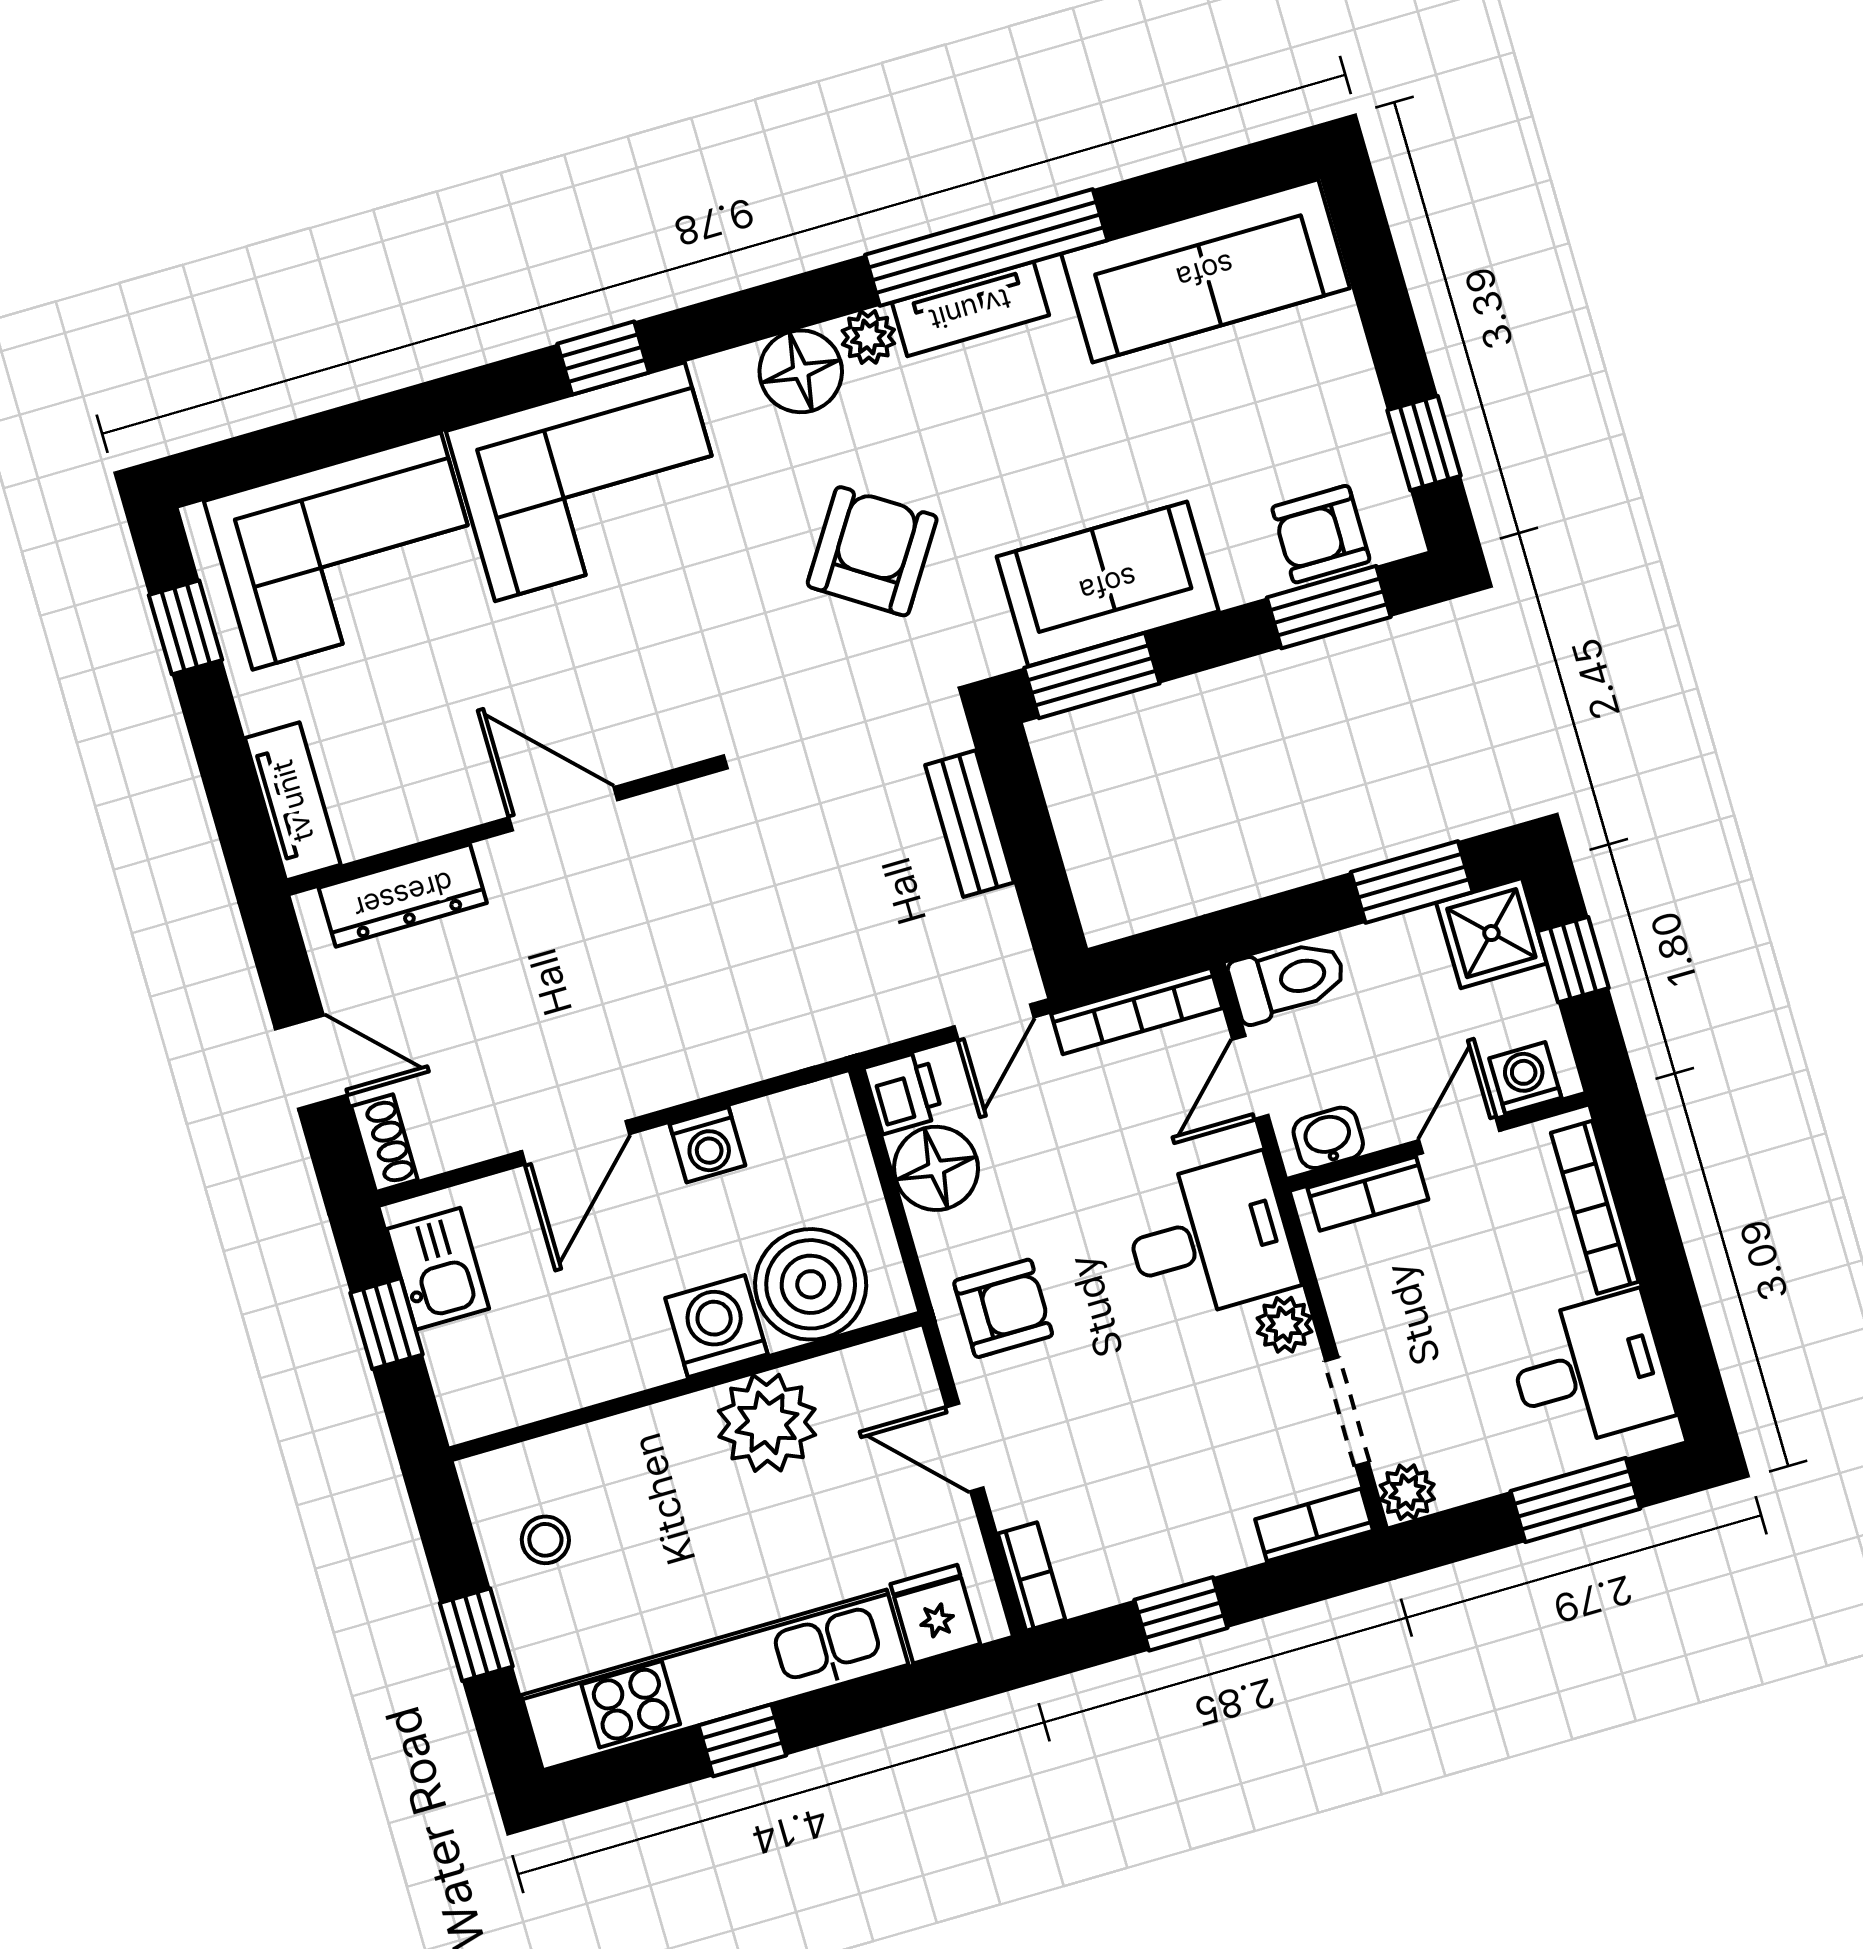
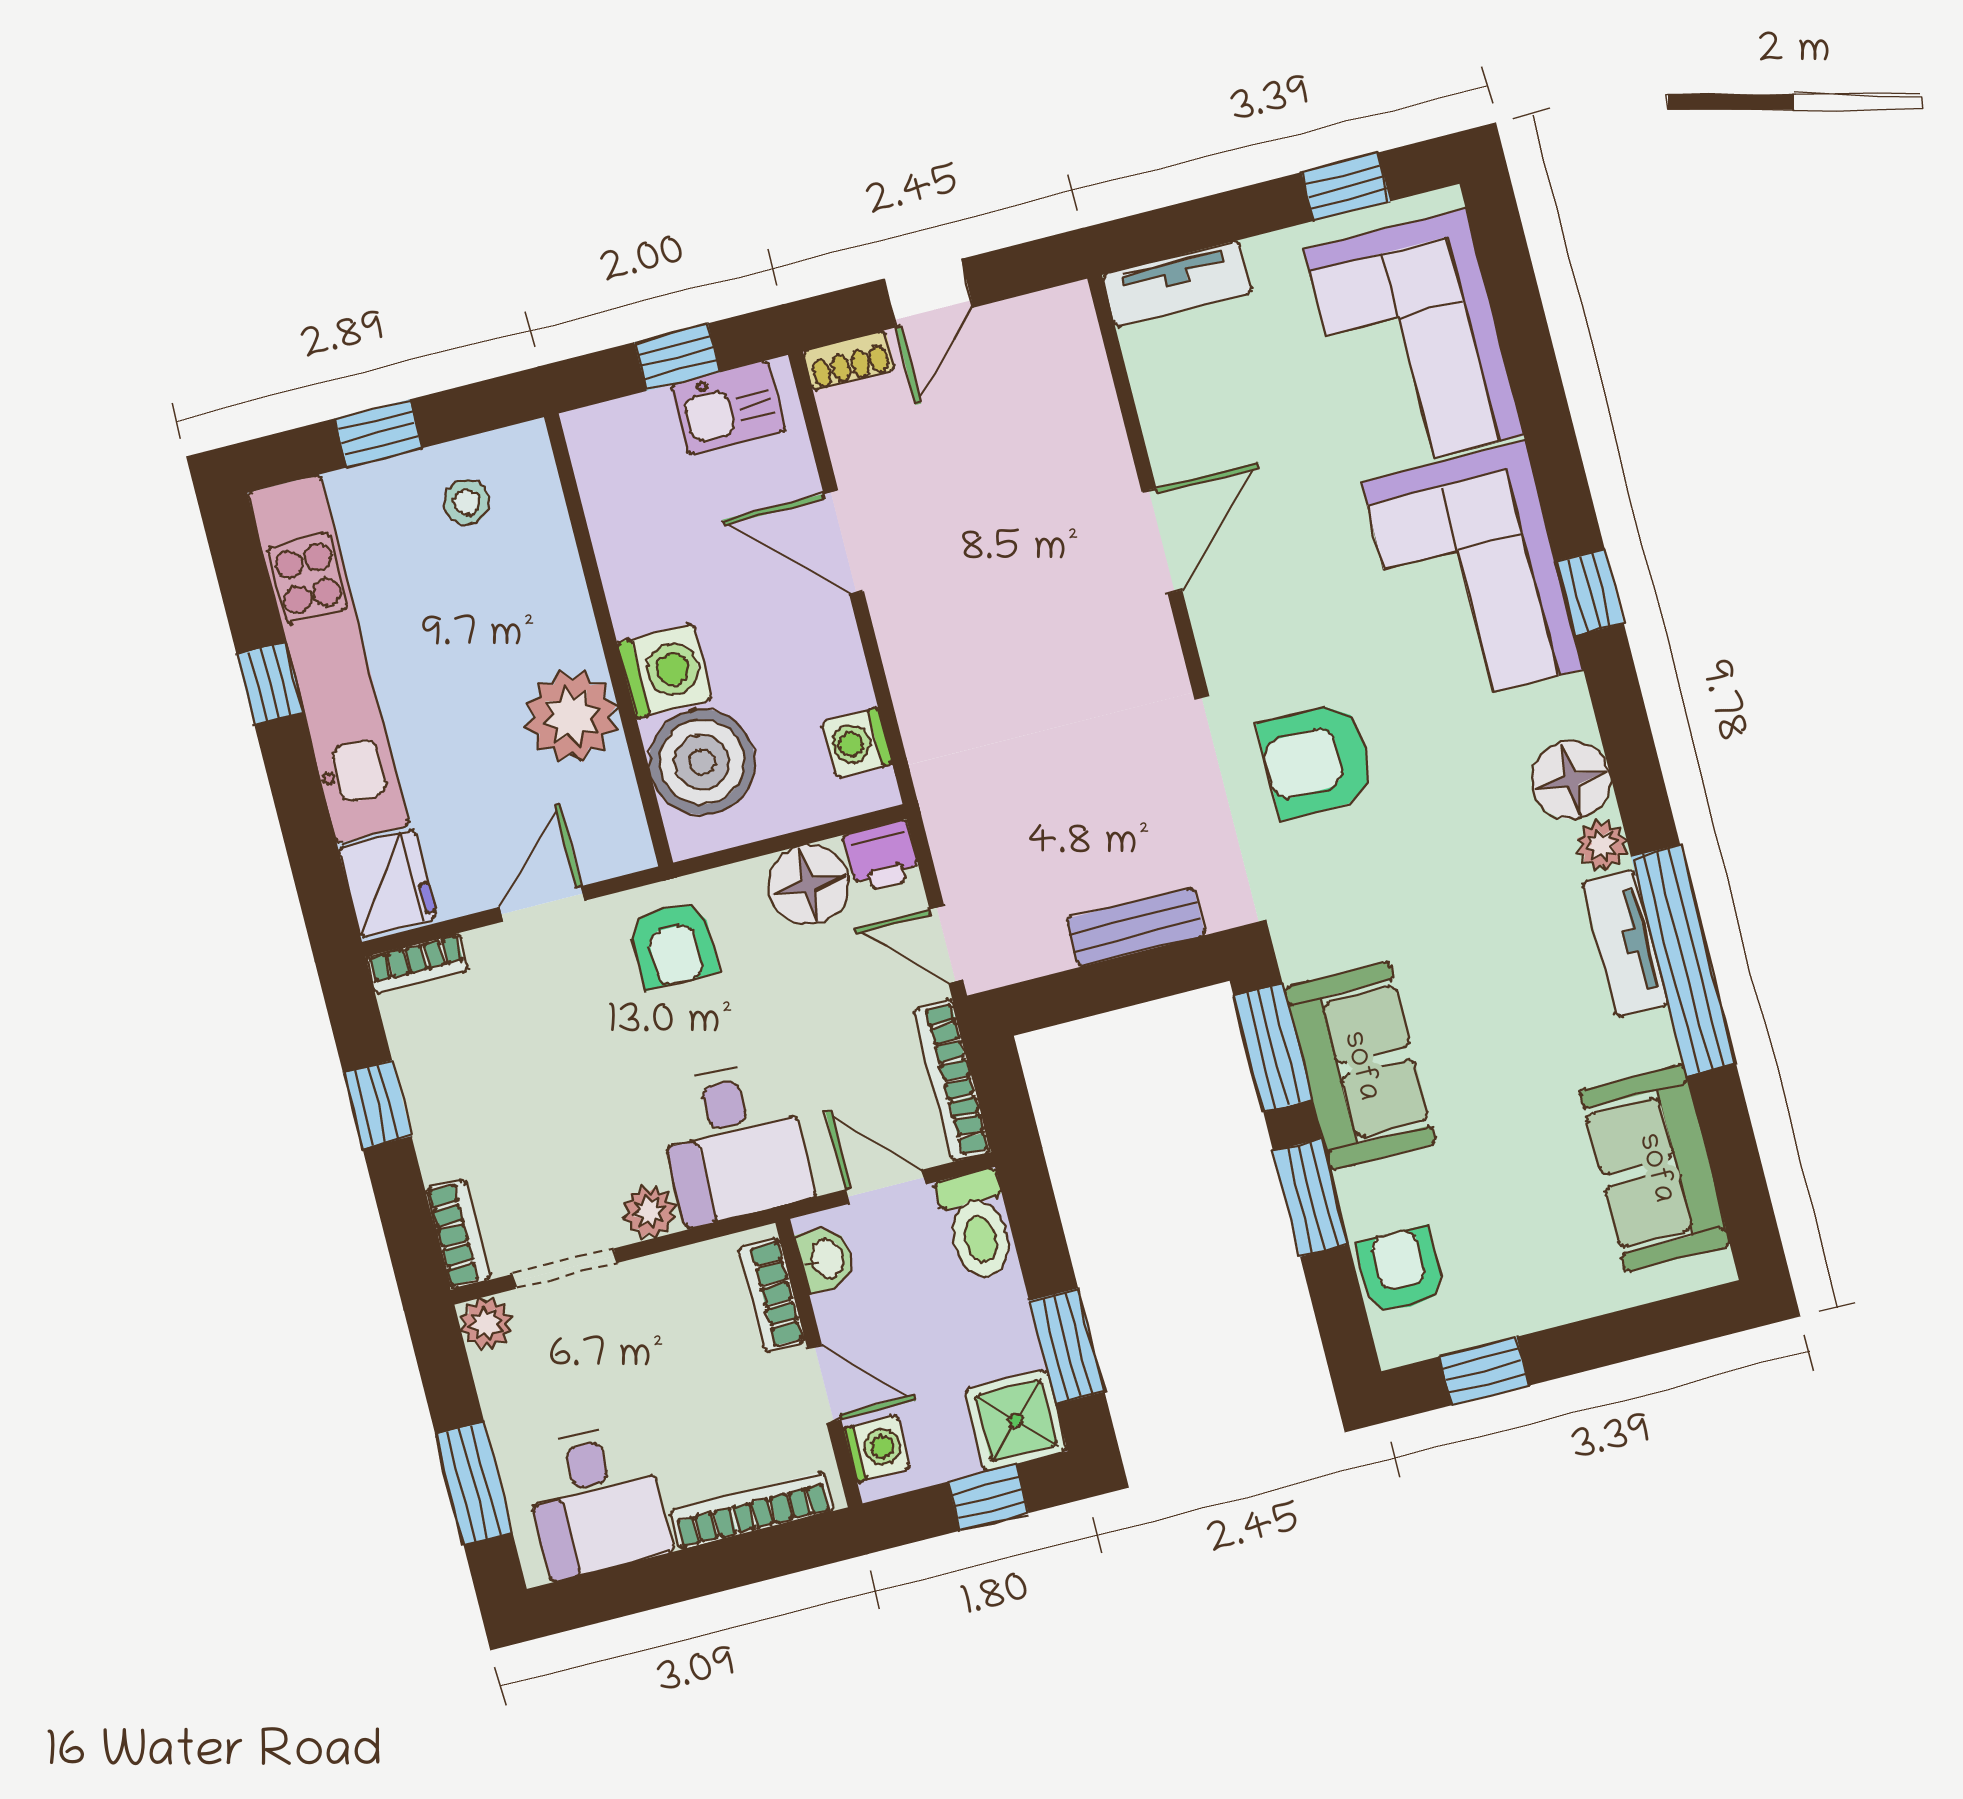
sofa: (1205, 271) -> (1655, 1168), width x0.73
armchair: (872, 551) -> (1317, 760), moved, turned 147
window: (1329, 607) -> (1311, 1198), moved
dresser: (403, 895) -> (1084, 385), removed
washing machine: (707, 1145) -> (857, 743), moved
fridge: (935, 1614) -> (388, 883), width x1.38

